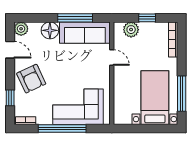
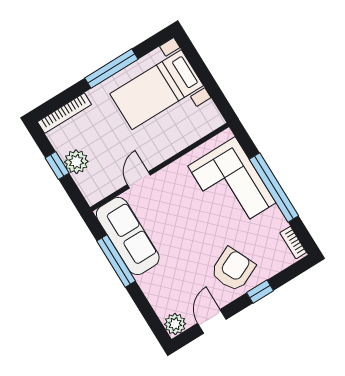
floor lamp: (50, 30) -> (154, 284), removed
plant: (131, 30) -> (76, 162), moved
window: (182, 94) -> (111, 69), moved
window: (10, 98) -> (260, 292), moved

